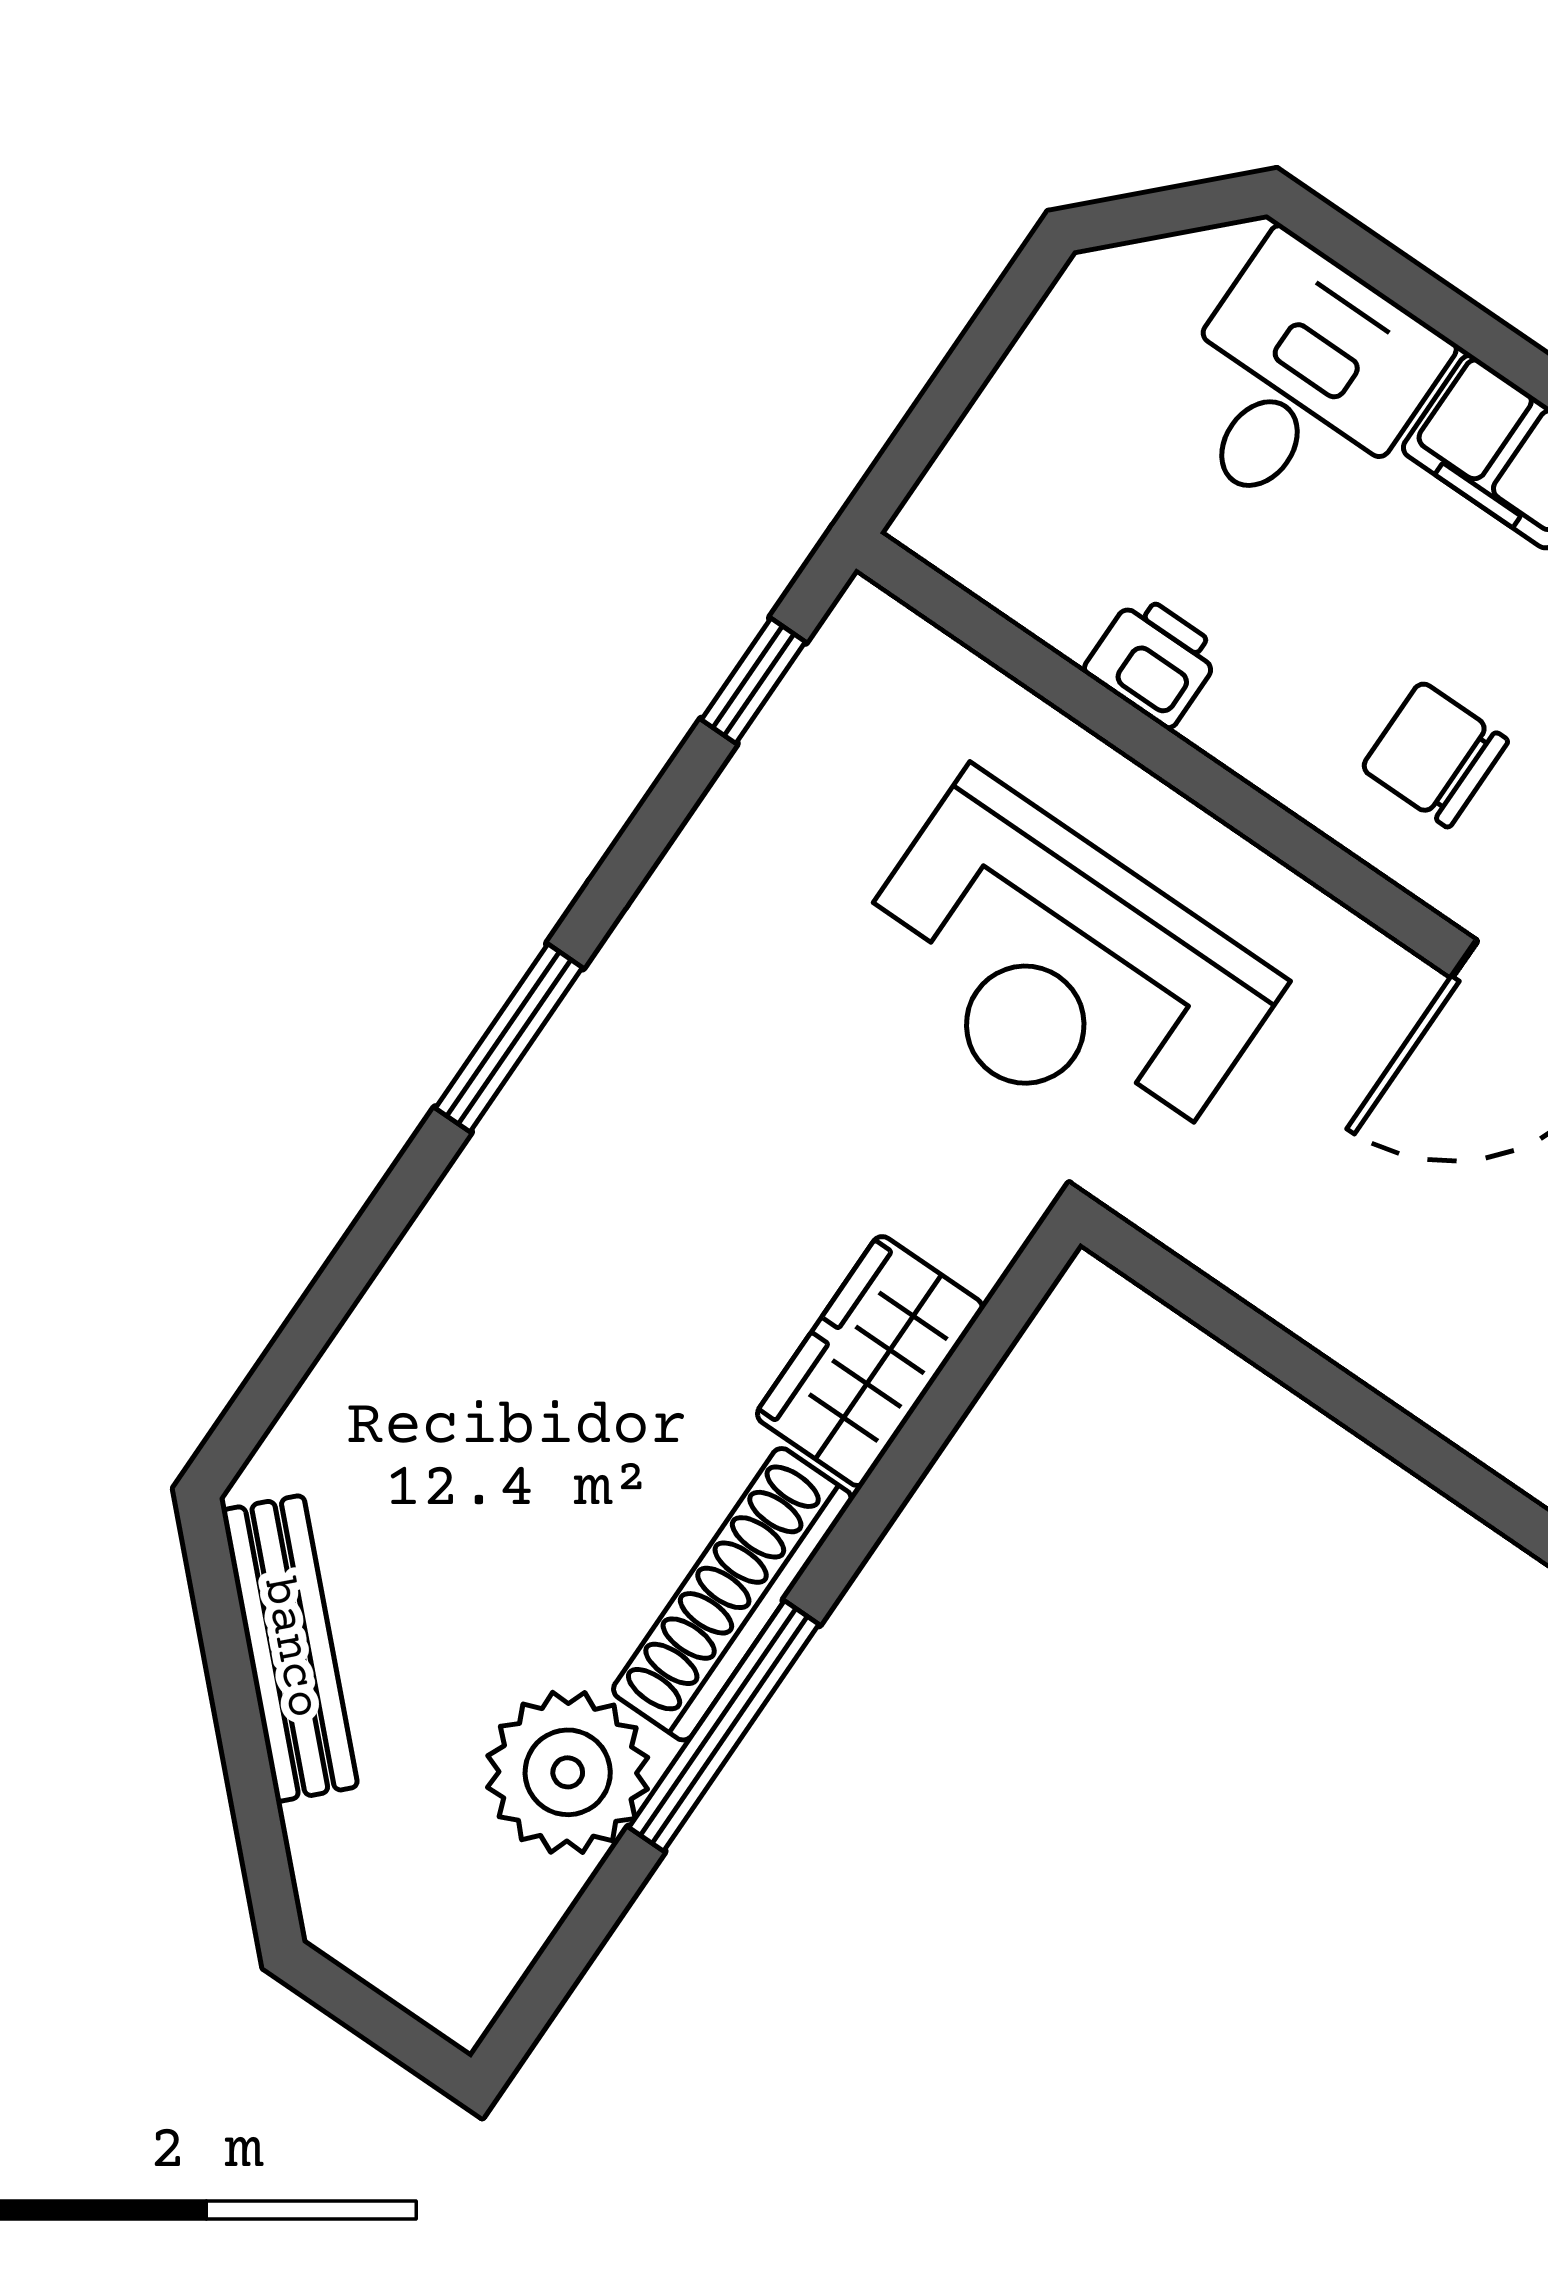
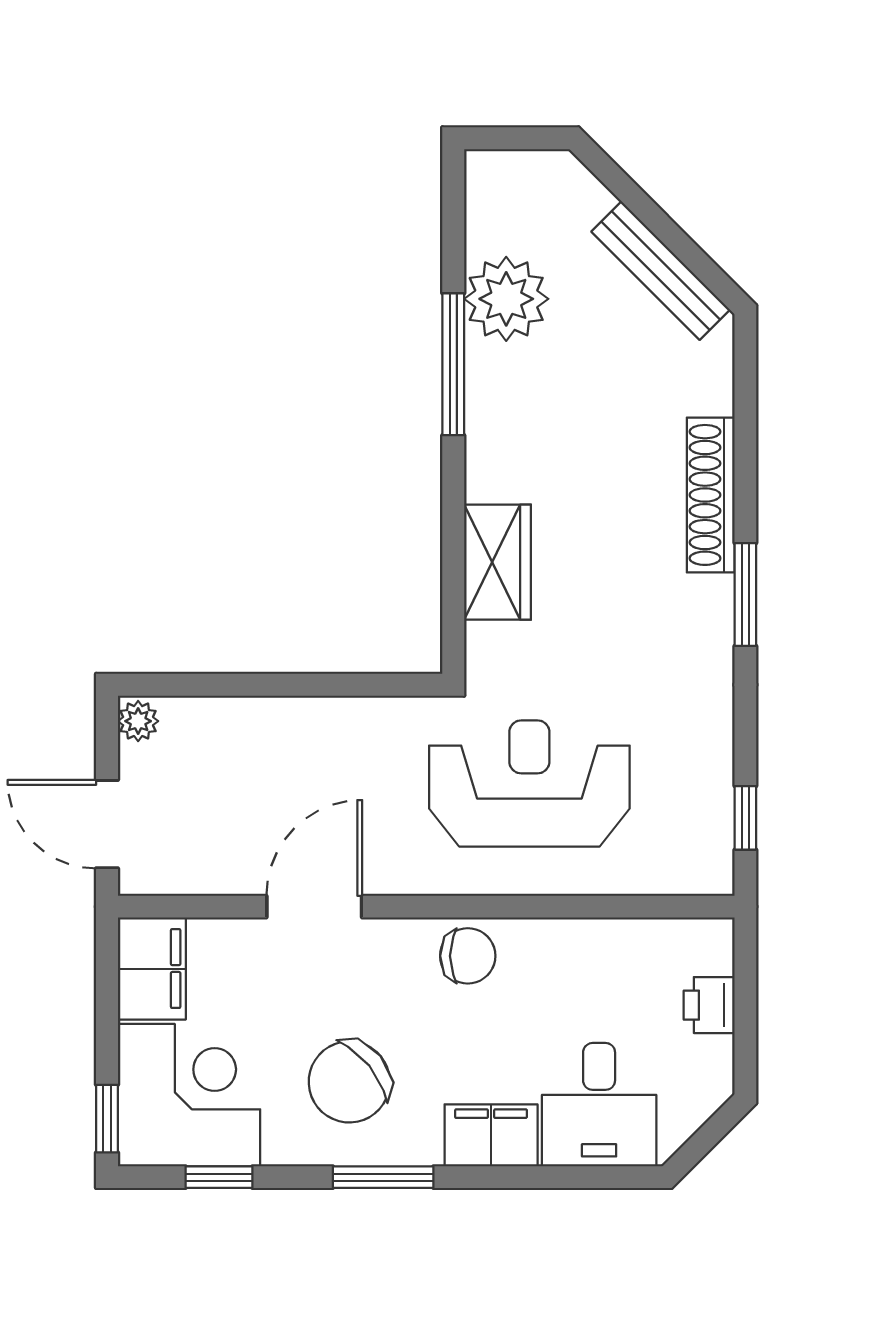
printer: (1153, 661) -> (709, 1005), moved, turned 90
chair: (1435, 754) -> (468, 956), moved
shoe rack: (733, 1594) -> (711, 495), moved, turned 180

